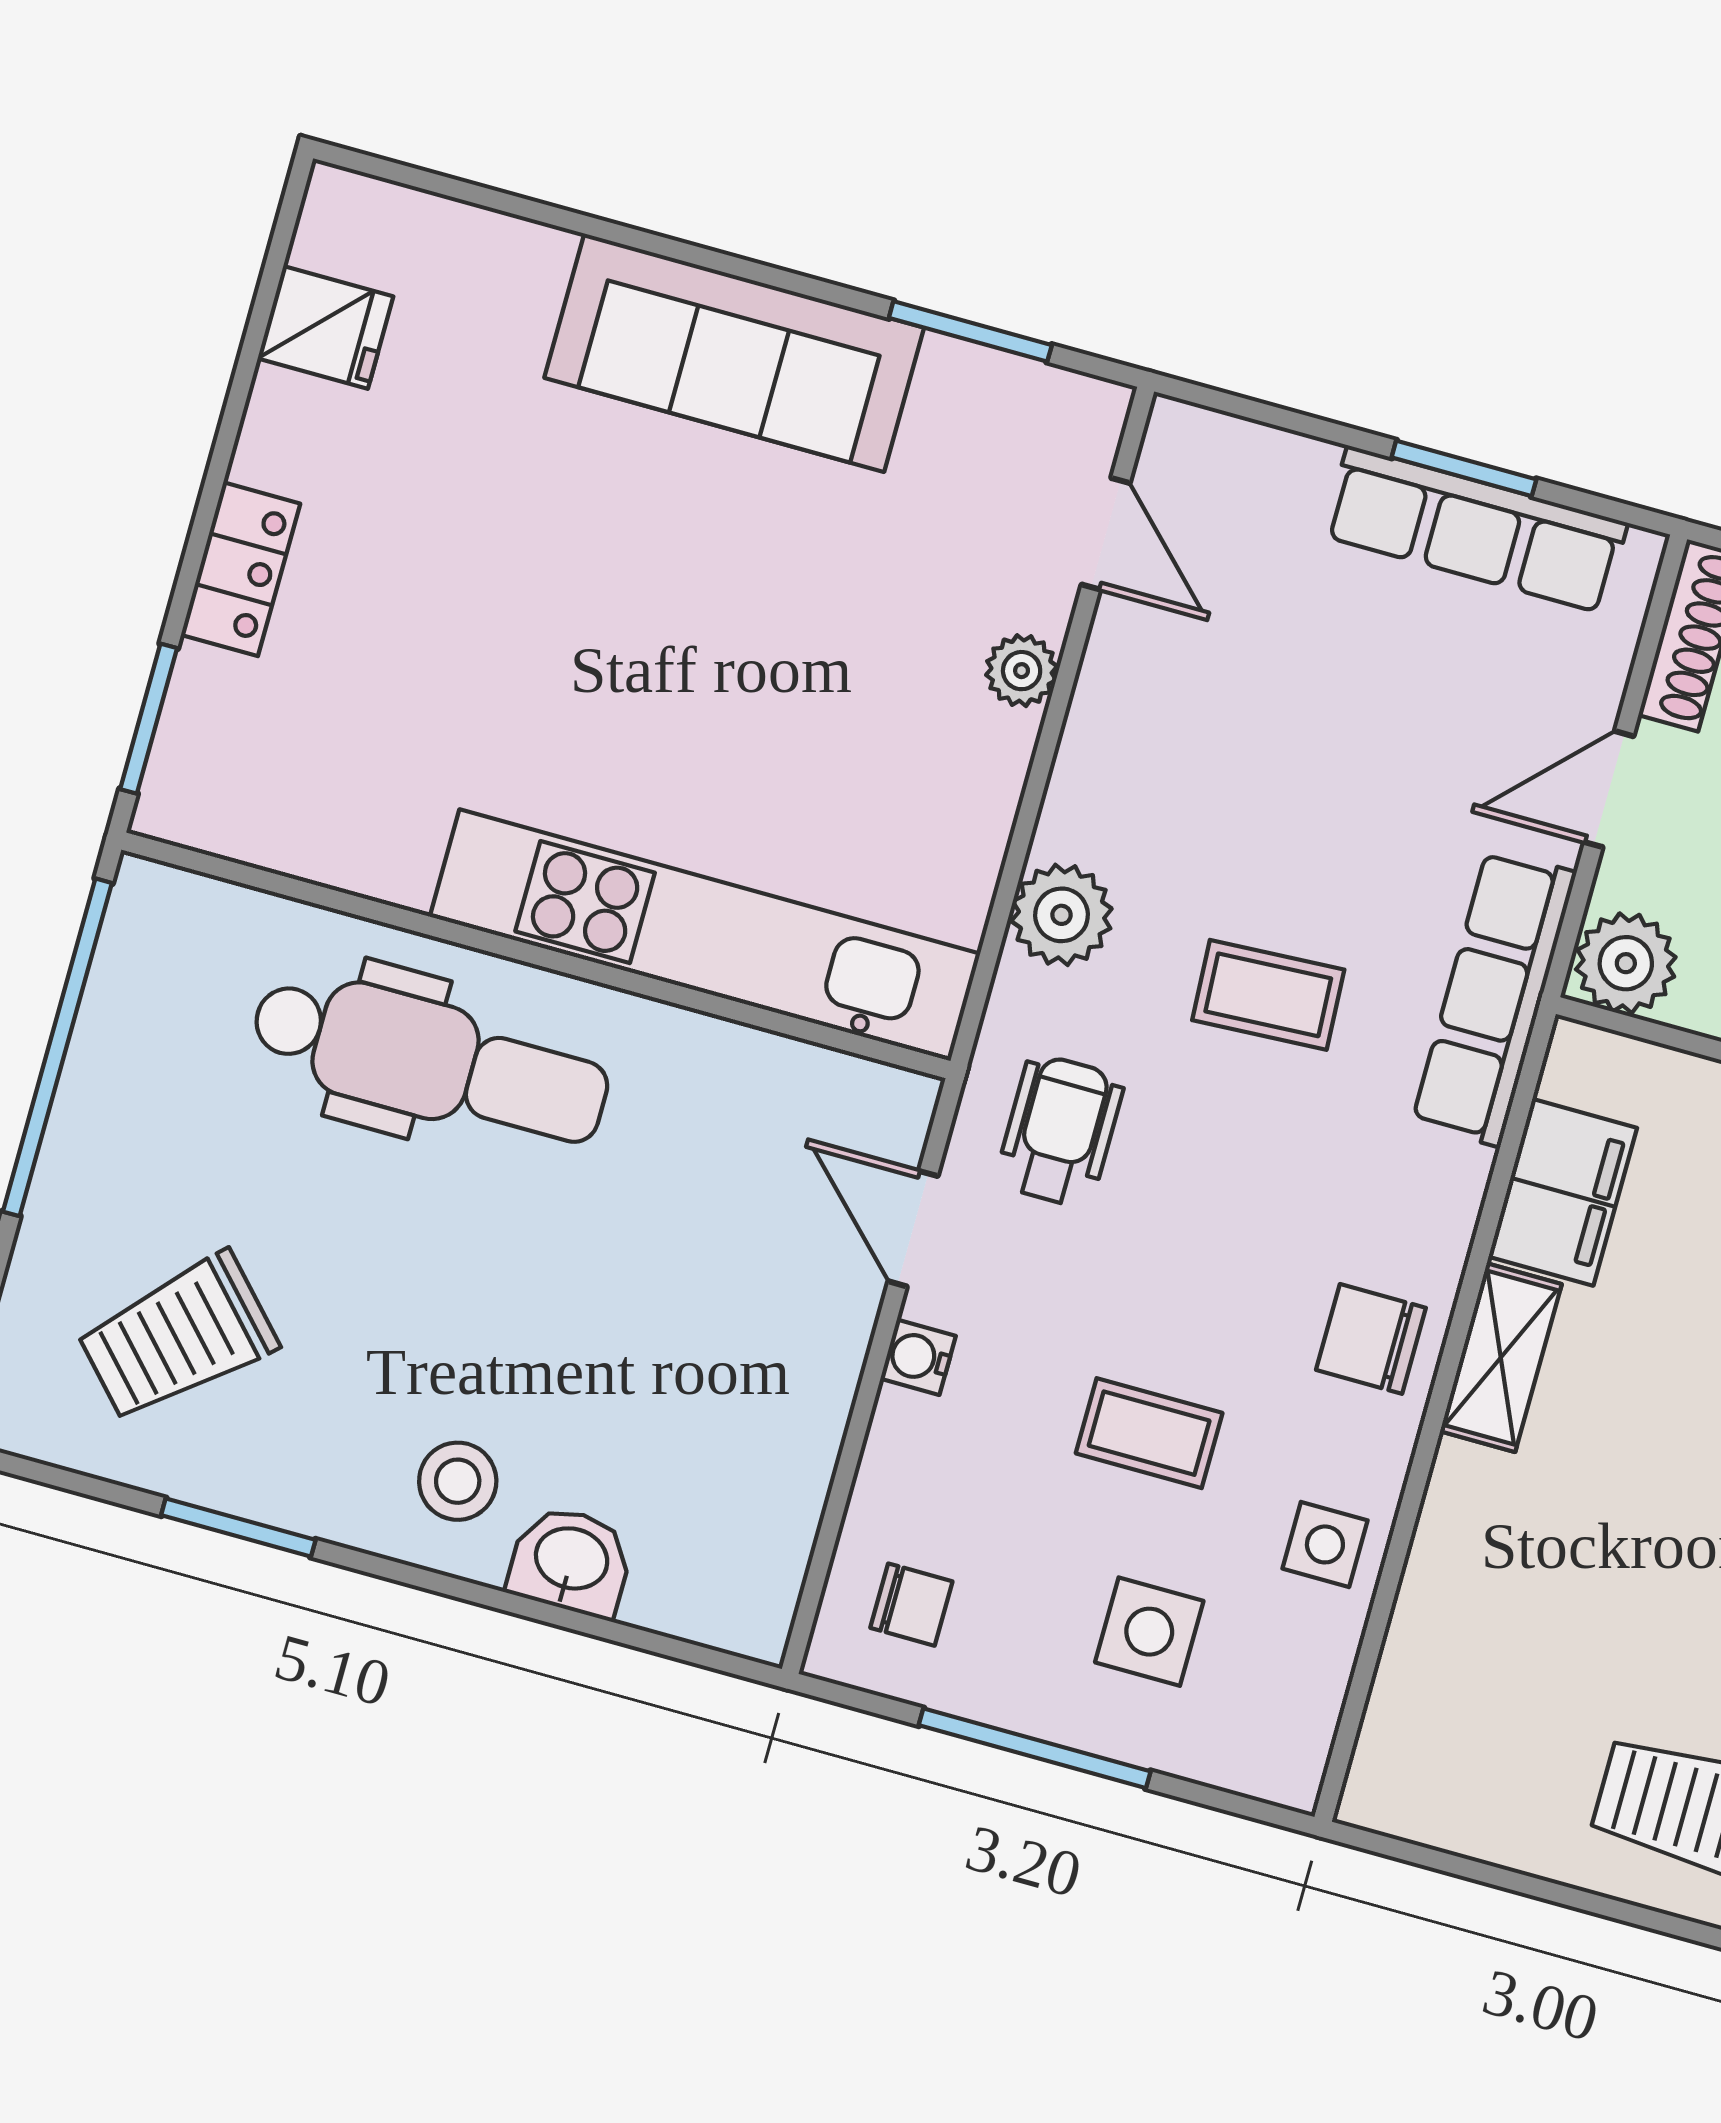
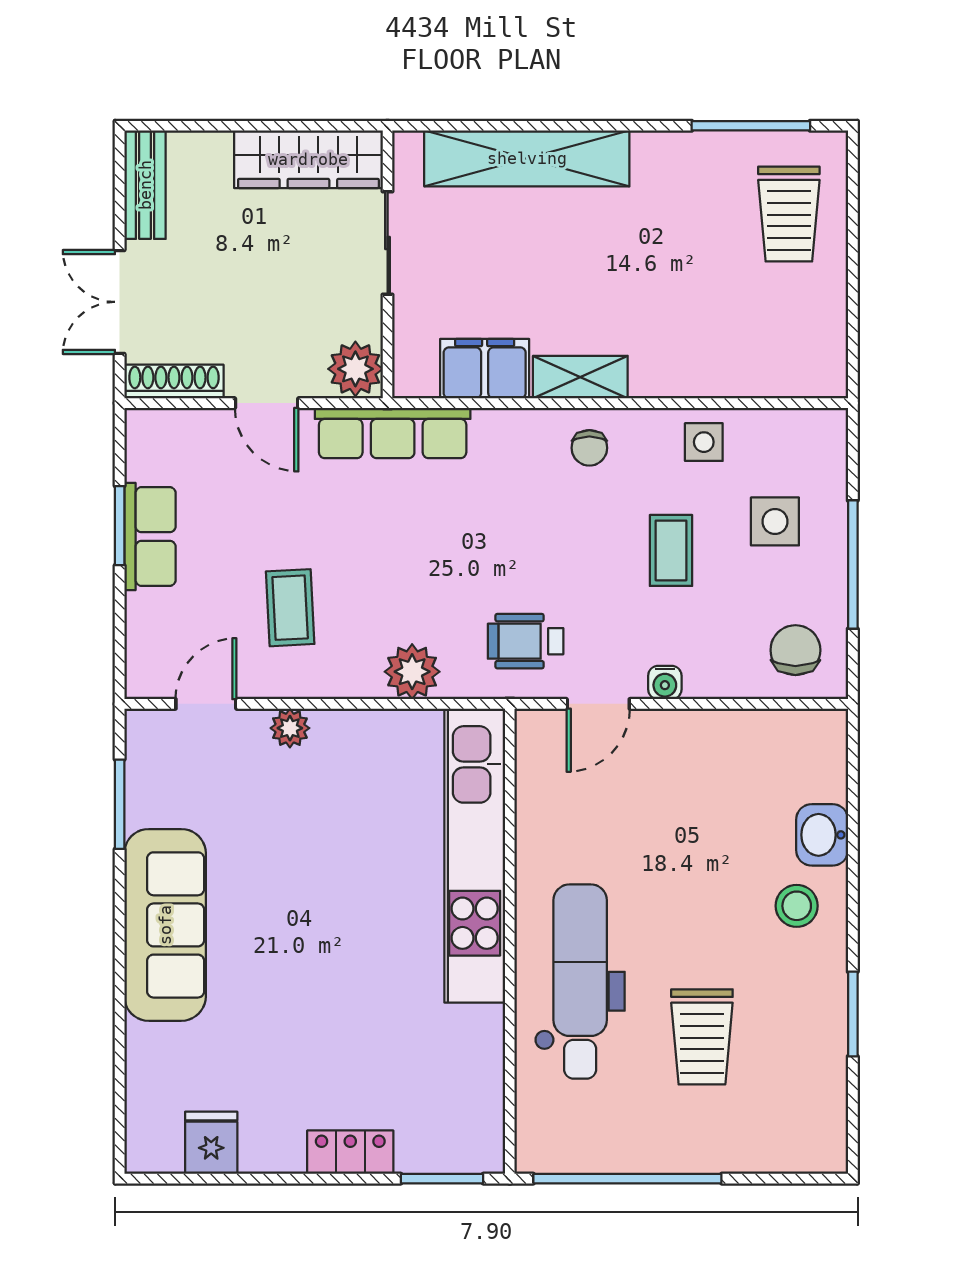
row of seats: (1475, 529) -> (150, 537), width x0.68
coffee table: (1268, 995) -> (290, 608), moved
trolley: (178, 1337) -> (702, 1037), moved, turned 43
chair: (1371, 1339) -> (589, 448), width x0.73, depth x0.73
chair: (911, 1605) -> (795, 650), width x1.37, depth x1.37

